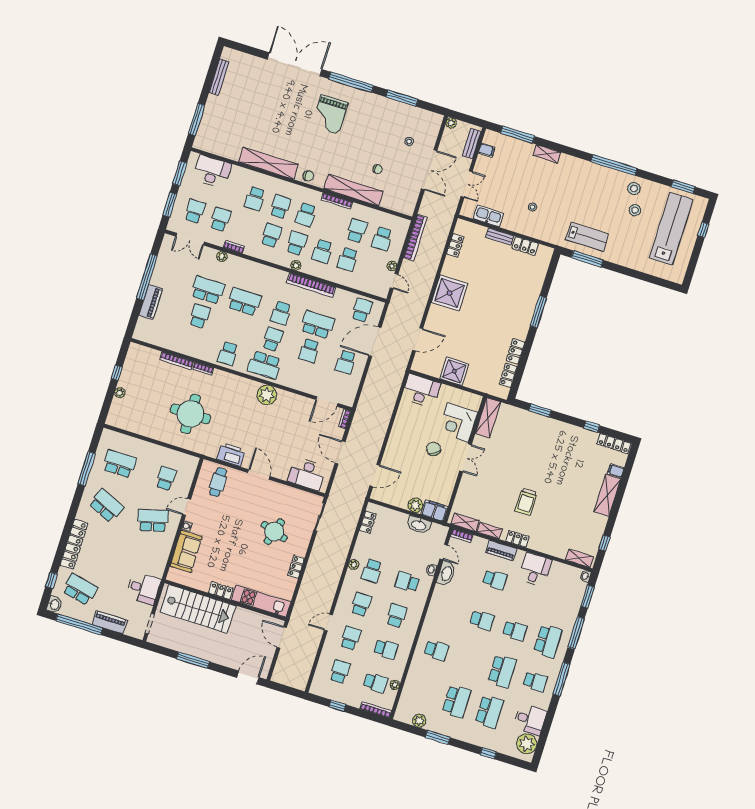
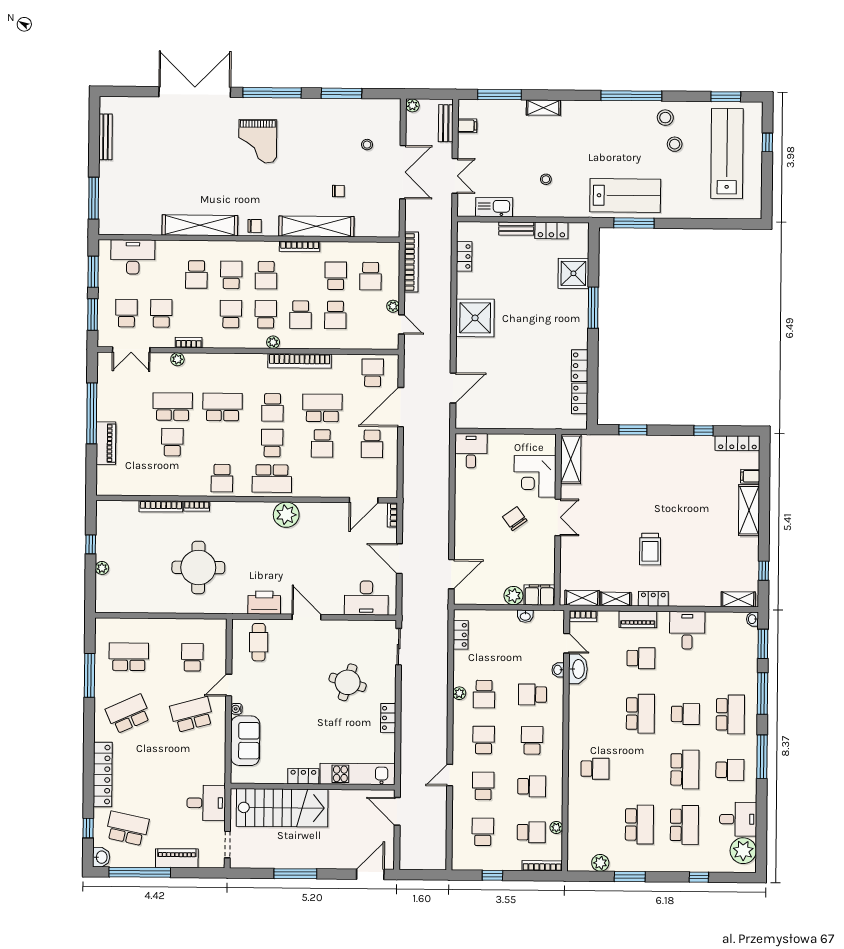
lab bench: (587, 237) -> (625, 195), width x1.36, depth x1.39
shower: (454, 371) -> (573, 273), moved
desk: (421, 391) -> (471, 451), width x0.73
school desk: (106, 506) -> (128, 714), turned -48
washbasin: (419, 525) -> (525, 616), width x0.52, depth x0.69
school desk: (482, 620) -> (640, 714), width x1.85

